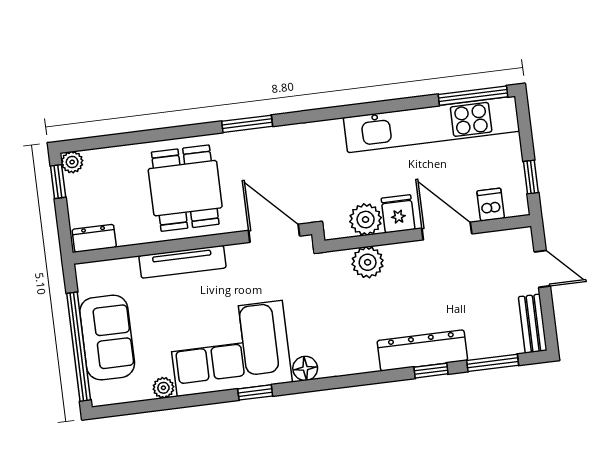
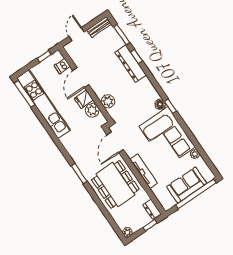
window: (58, 182) -> (150, 225), moved
dining table: (185, 188) -> (115, 184), width x1.38
window: (255, 392) -> (170, 106), moved

